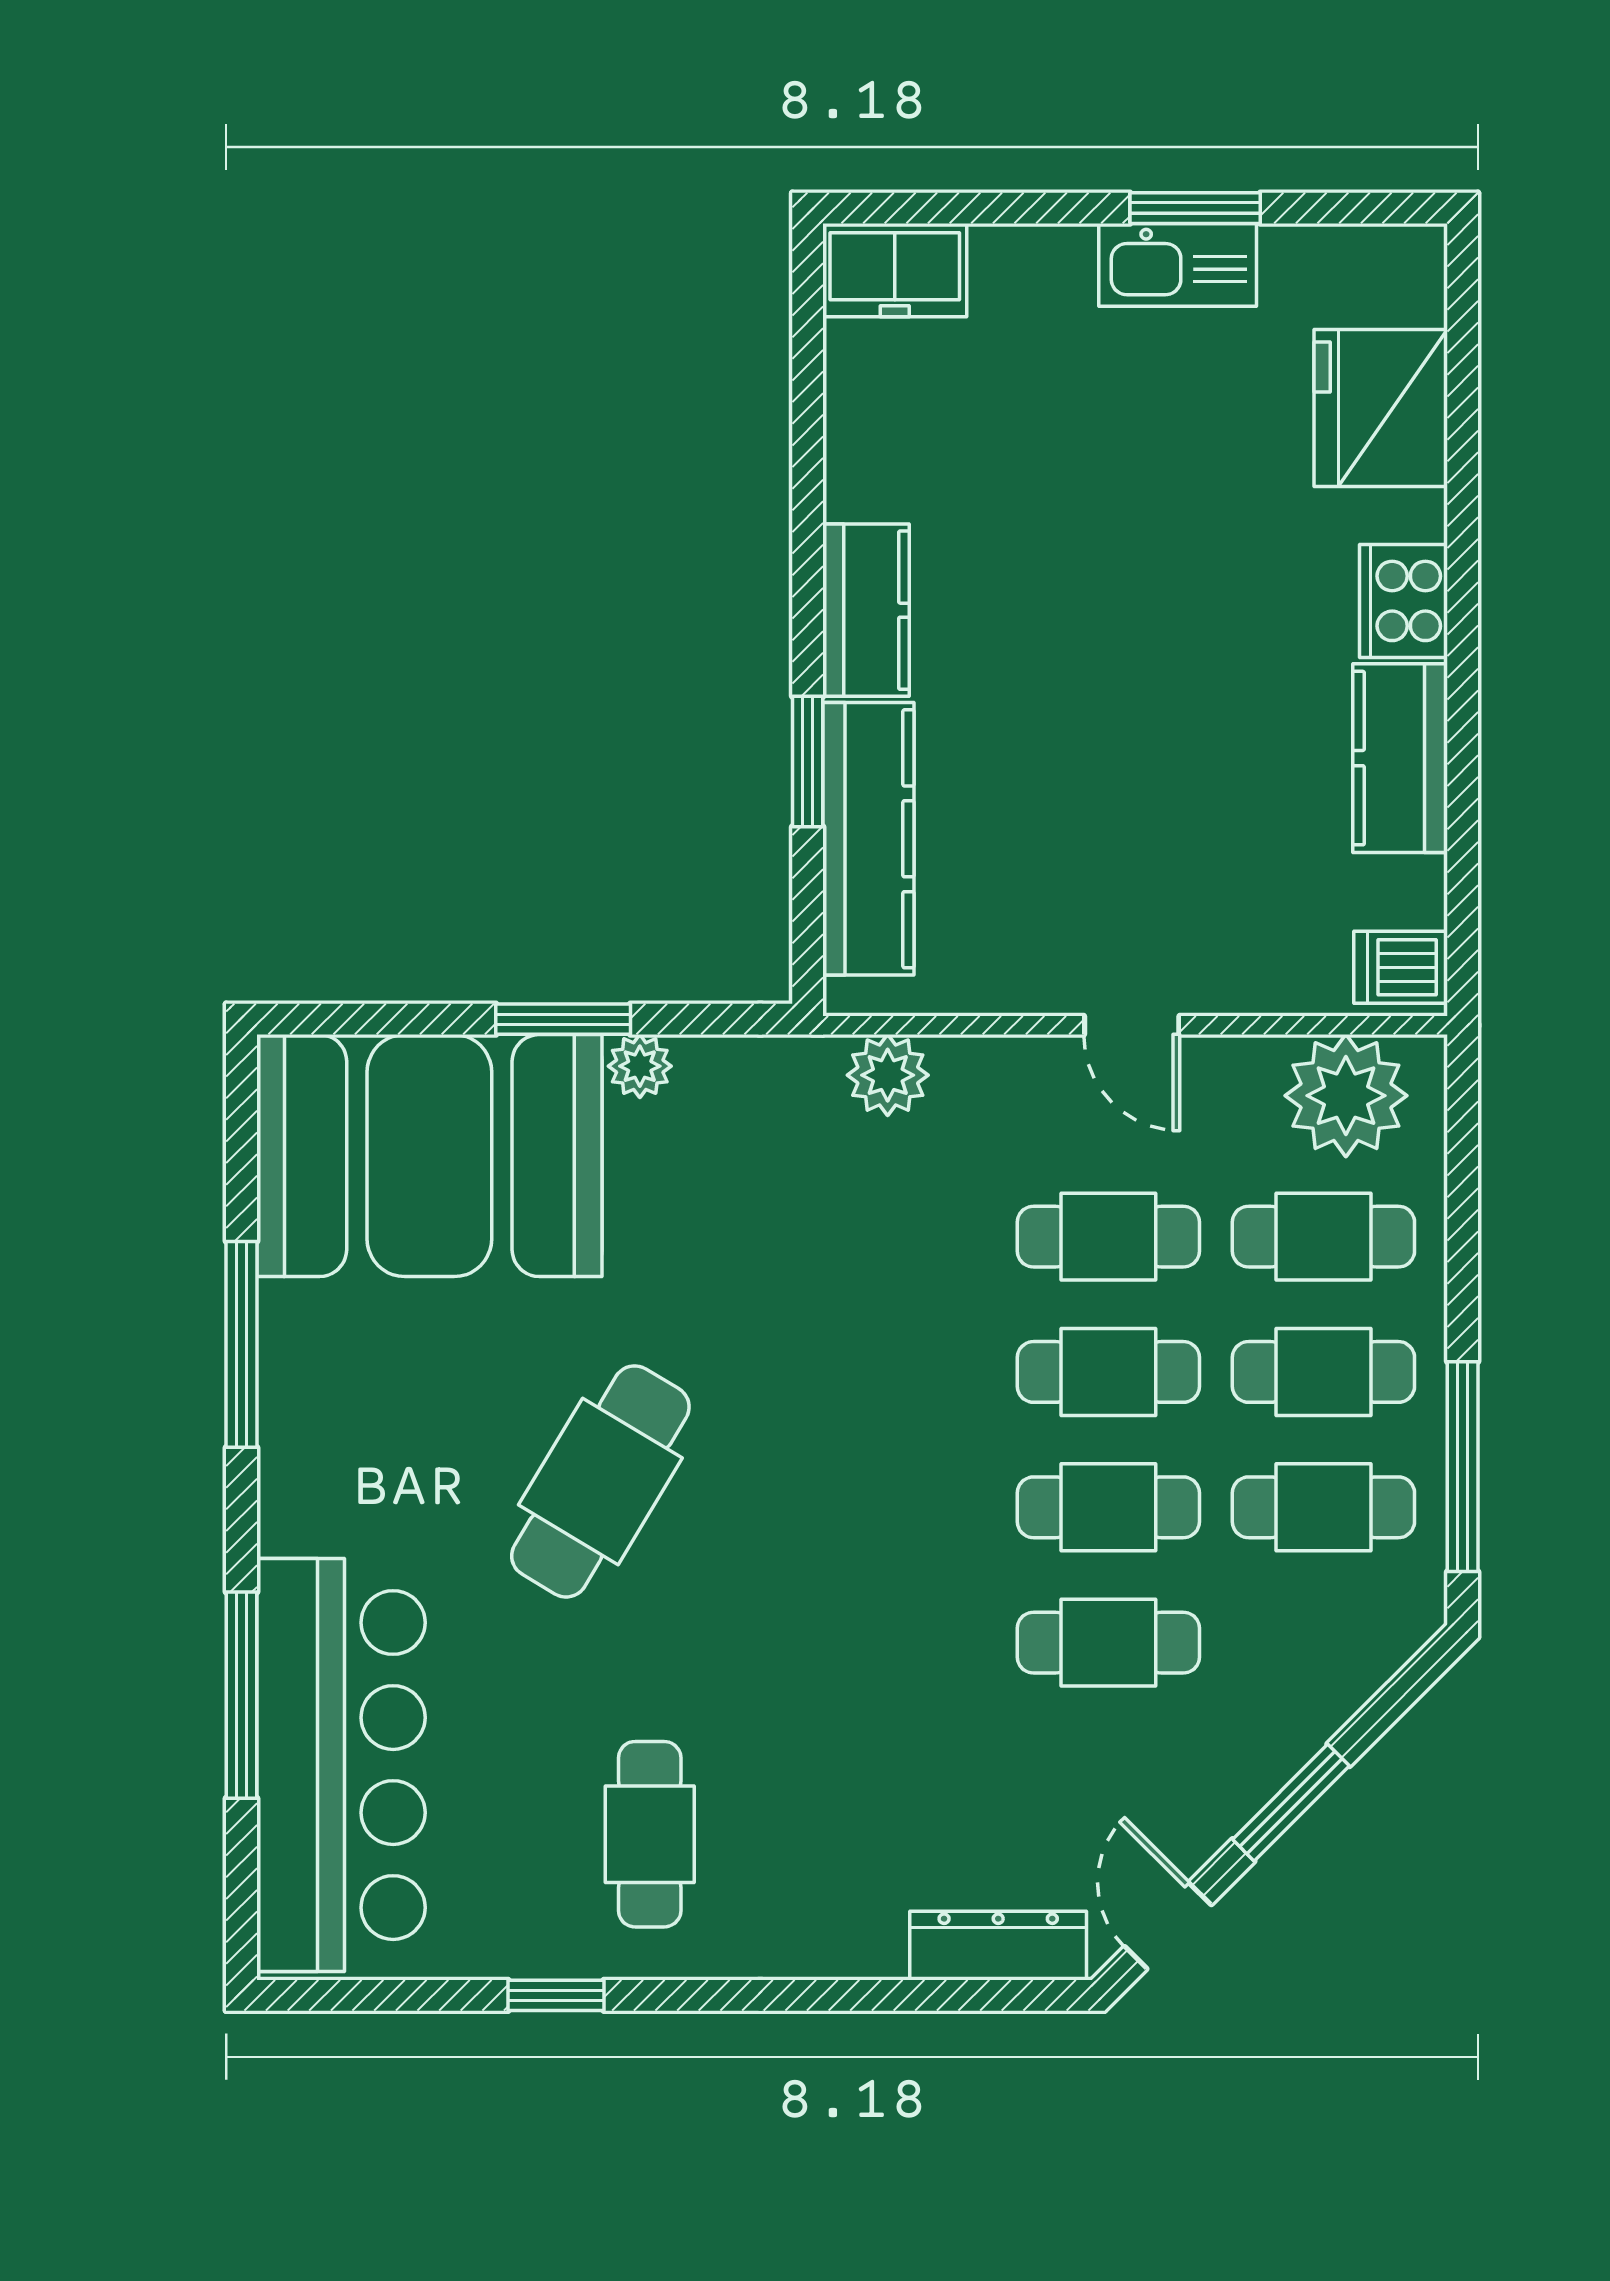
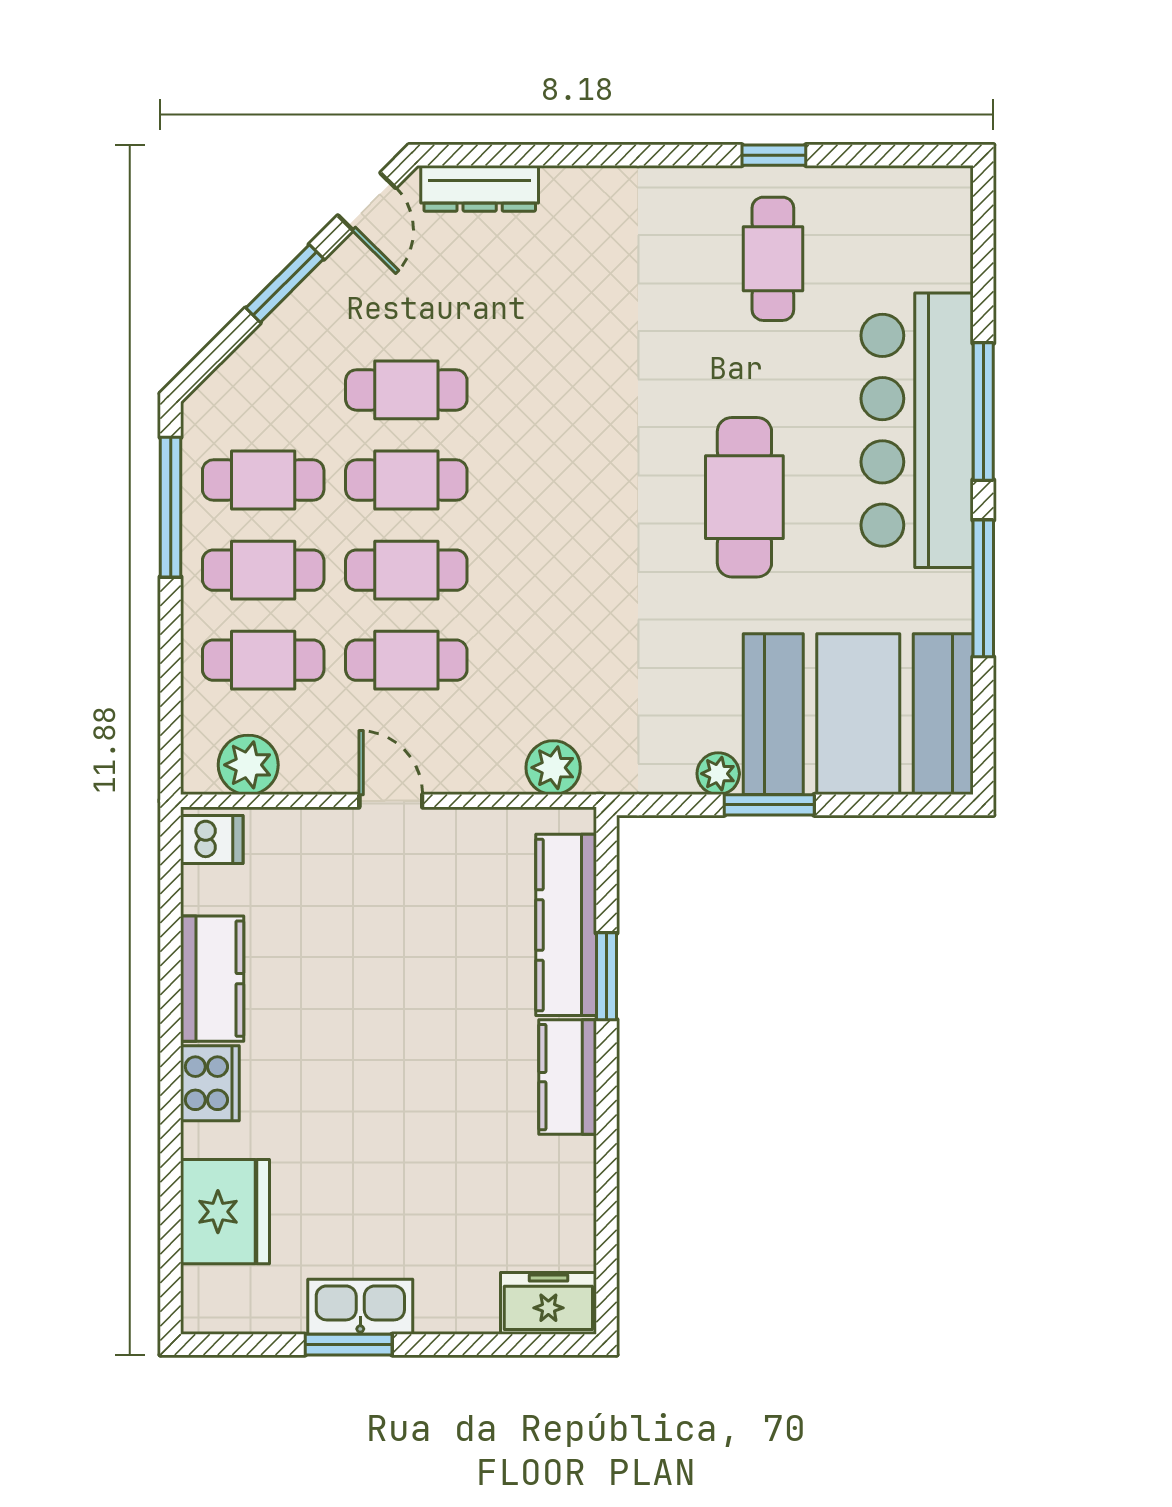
plant: (1346, 1096) -> (248, 765), width x0.73, depth x0.73
cafe table: (600, 1481) -> (744, 497), turned -31
window: (241, 1695) -> (983, 412), moved
bar counter: (341, 1765) -> (917, 430), moved
cafe table: (650, 1834) -> (773, 259), moved

